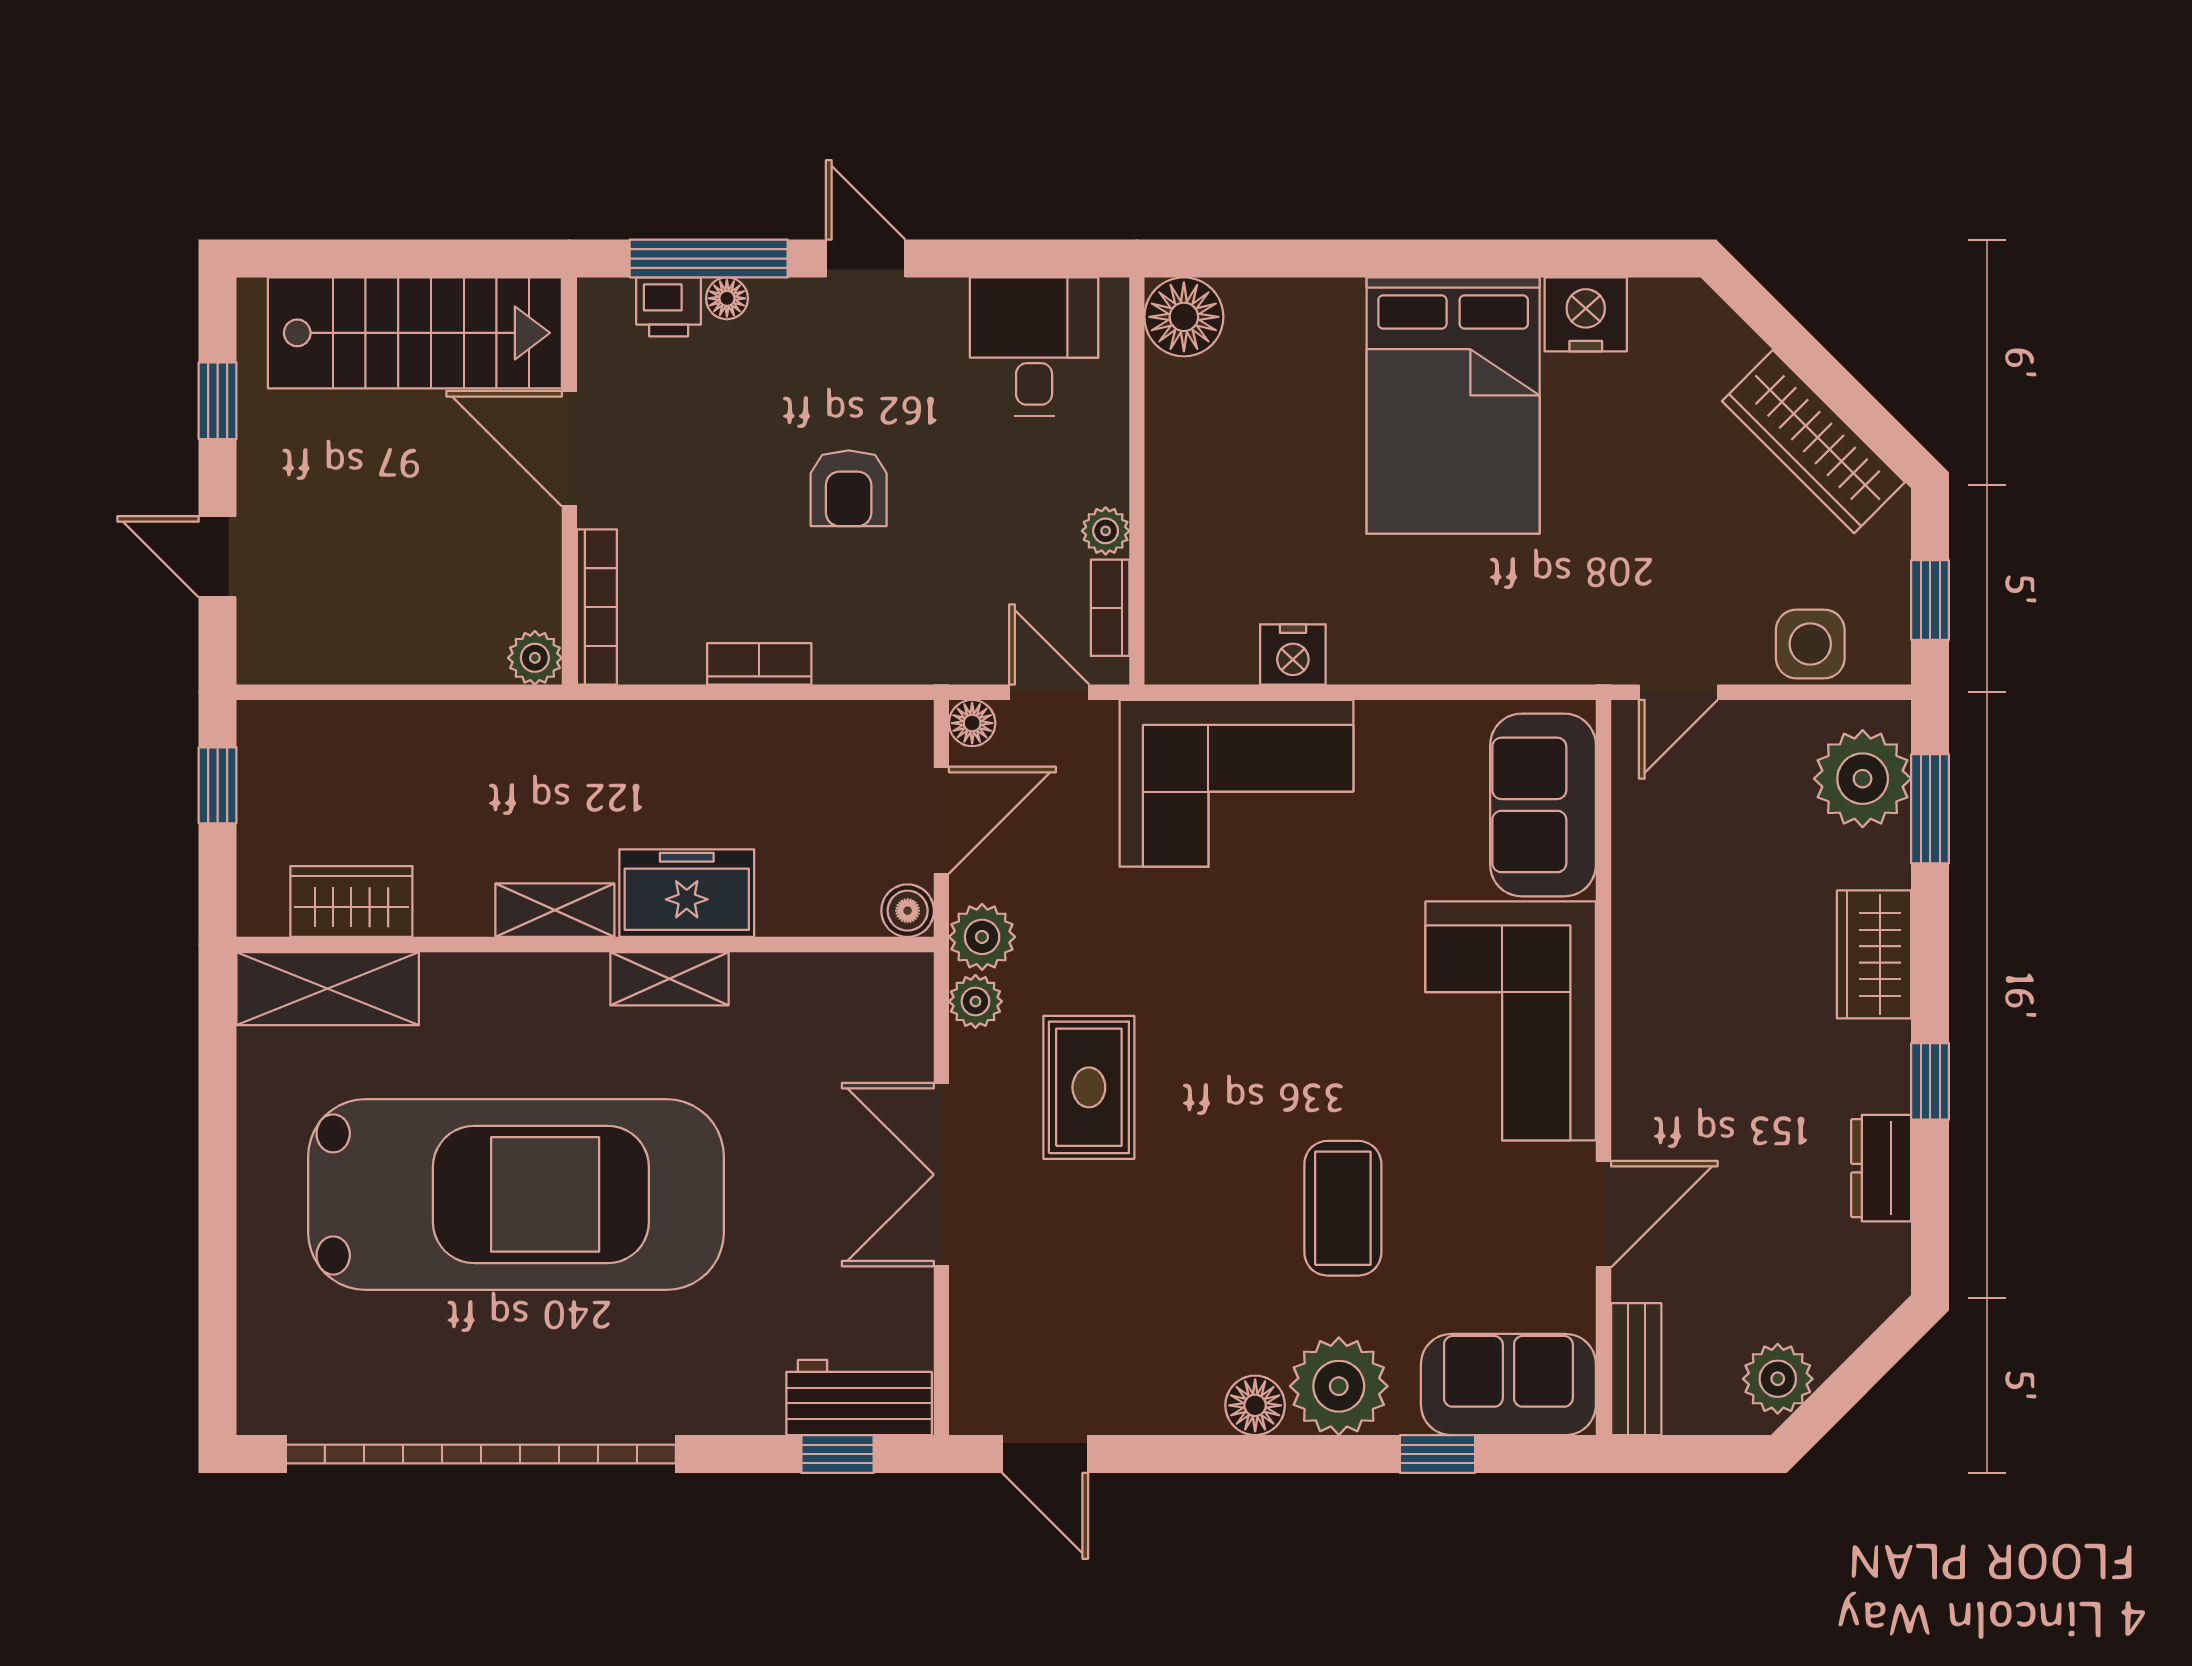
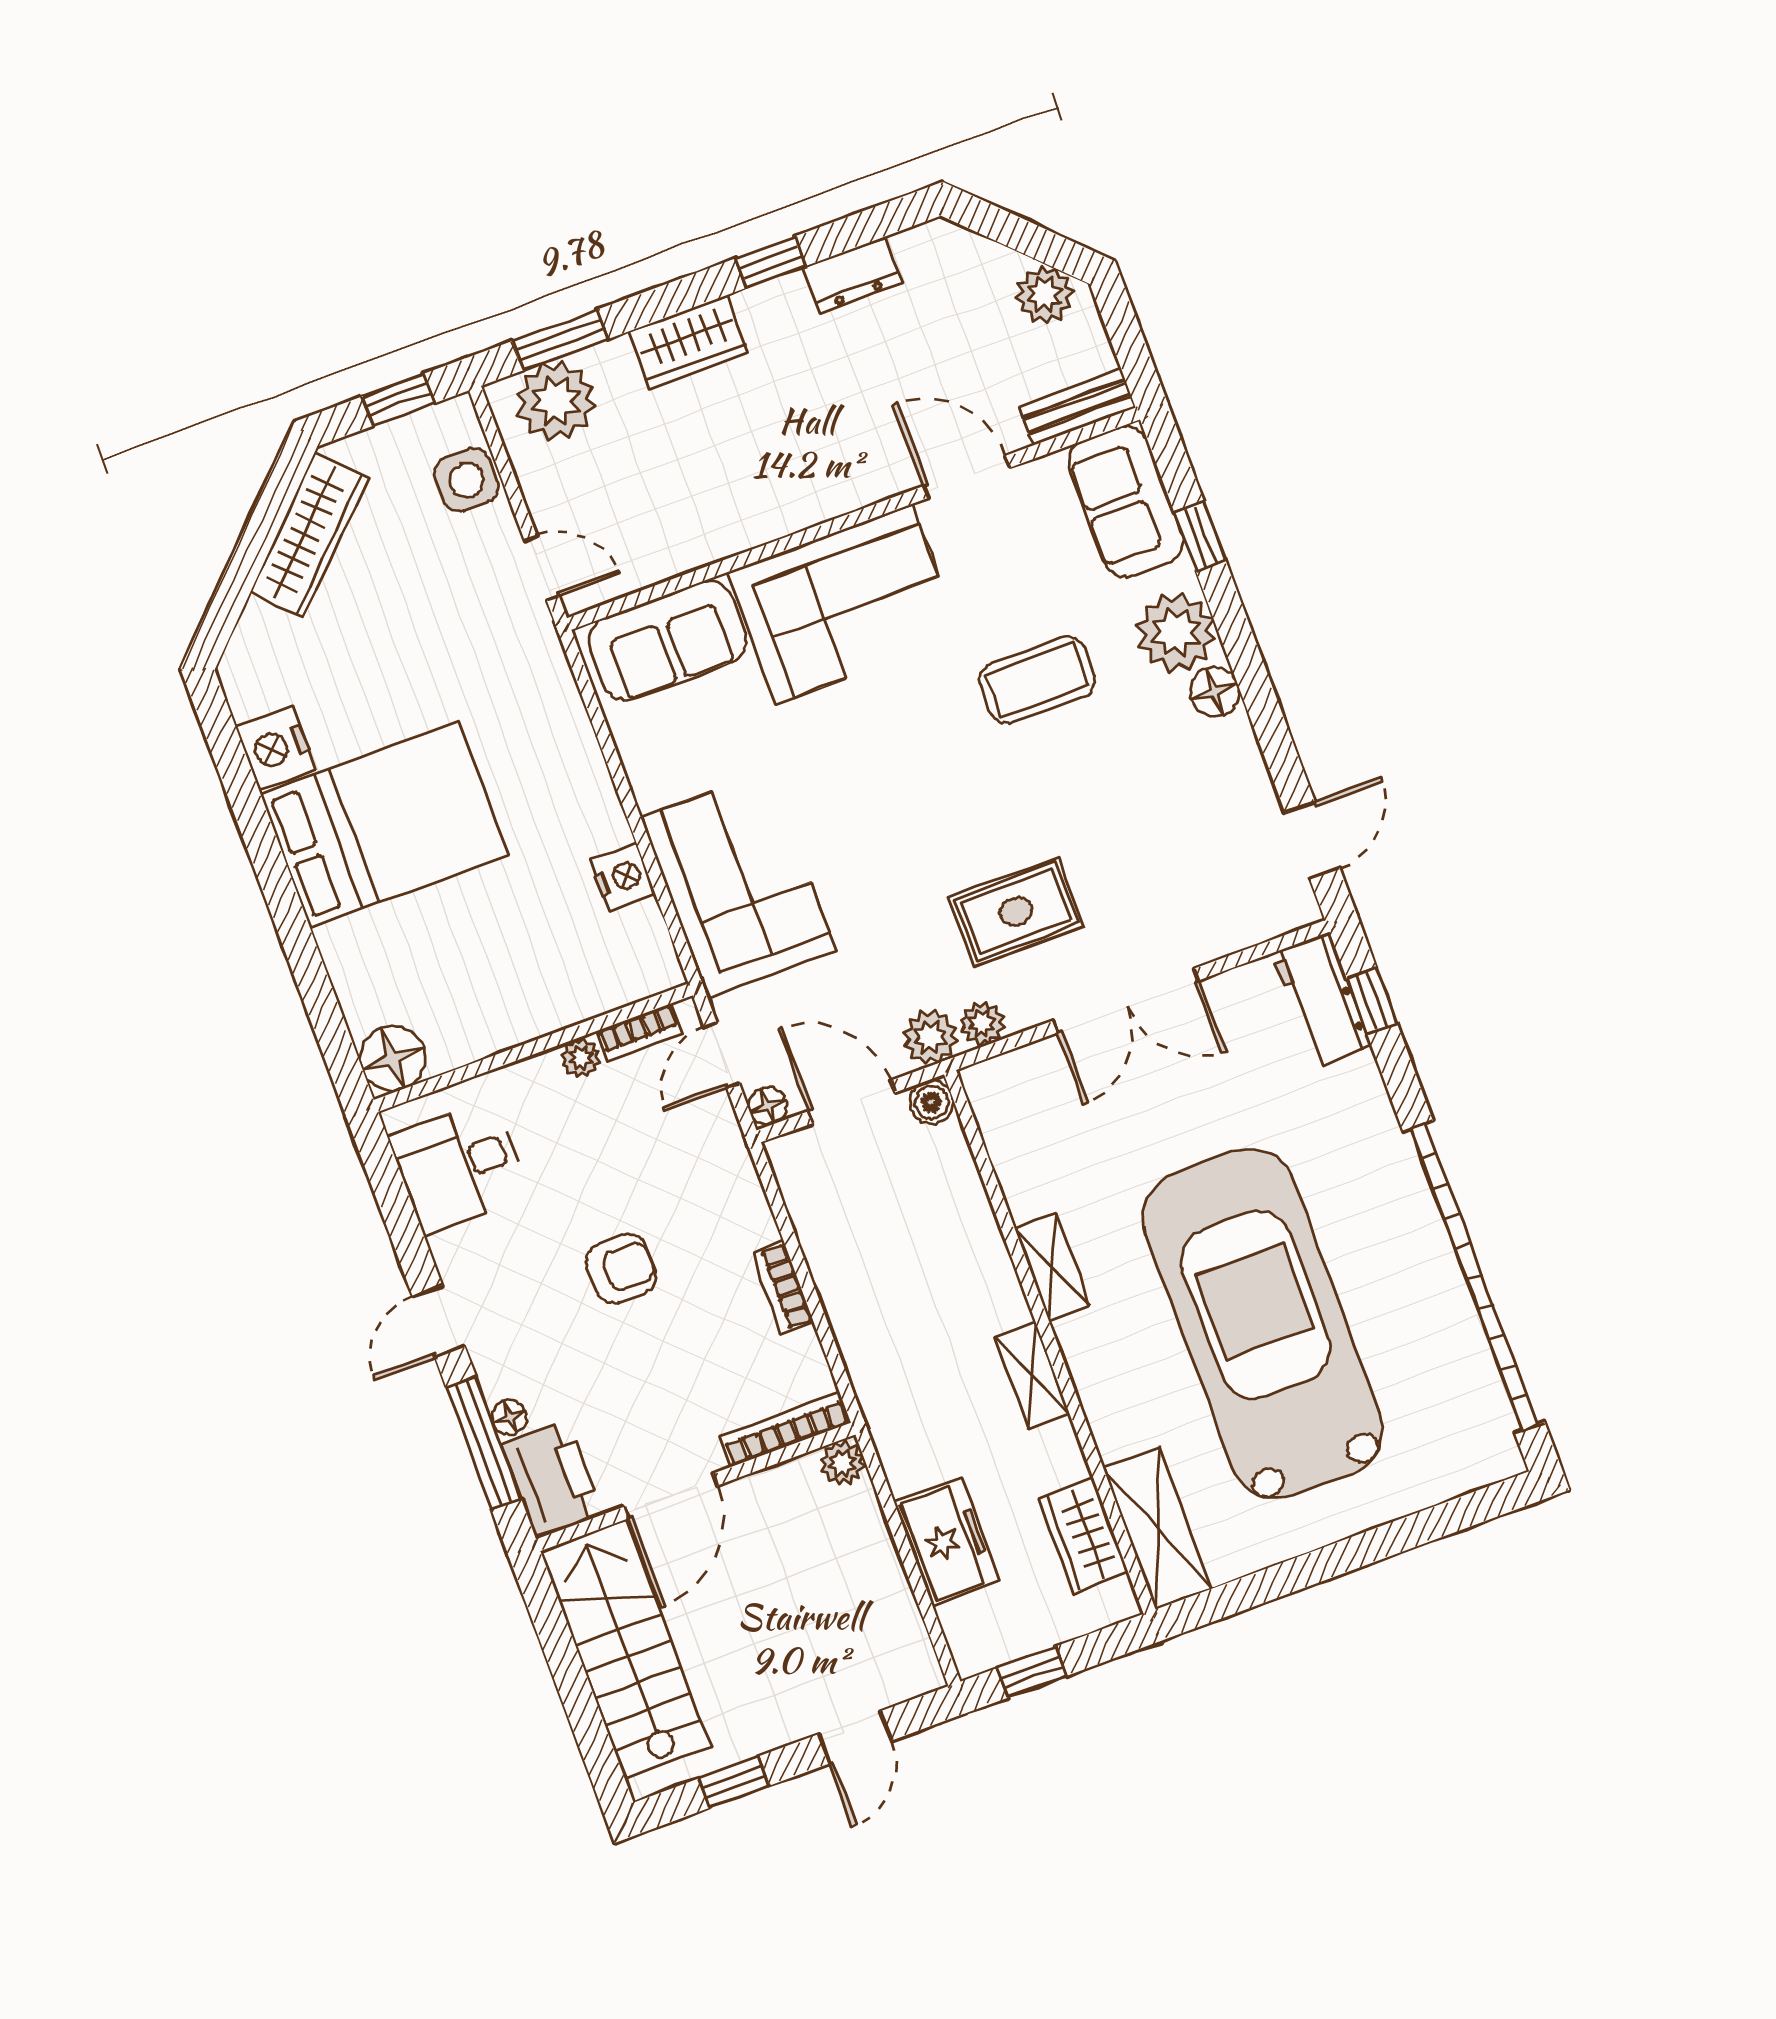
printer: (669, 307) -> (552, 1478), width x1.87, depth x1.48
freezer: (687, 893) -> (947, 1542), moved, turned 180

